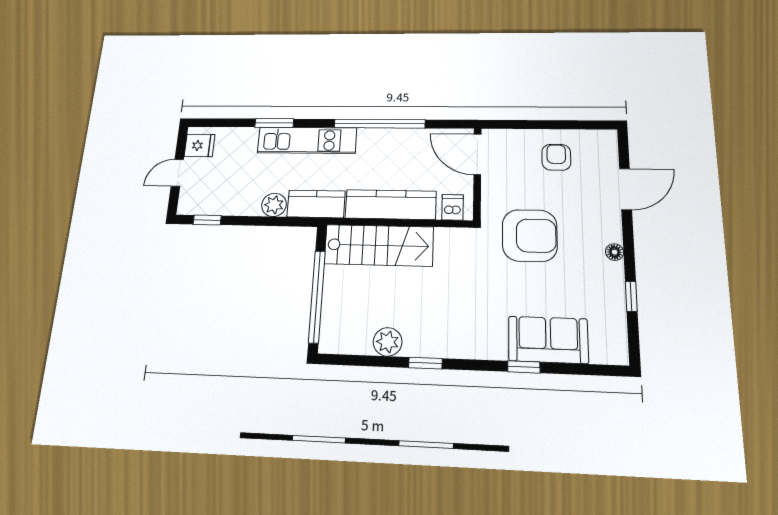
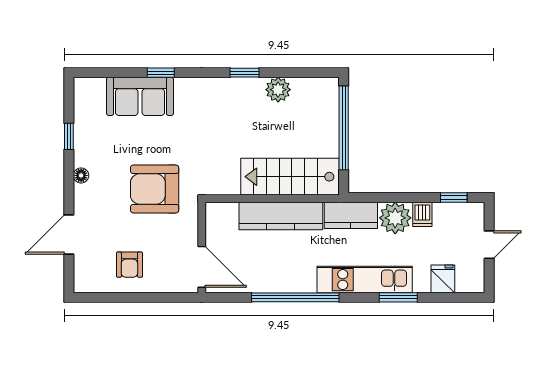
fridge: (200, 145) -> (443, 279), moved, turned 90
plant: (274, 205) -> (395, 218), width x1.36, depth x1.36
dishwasher: (453, 207) -> (422, 214), moved

